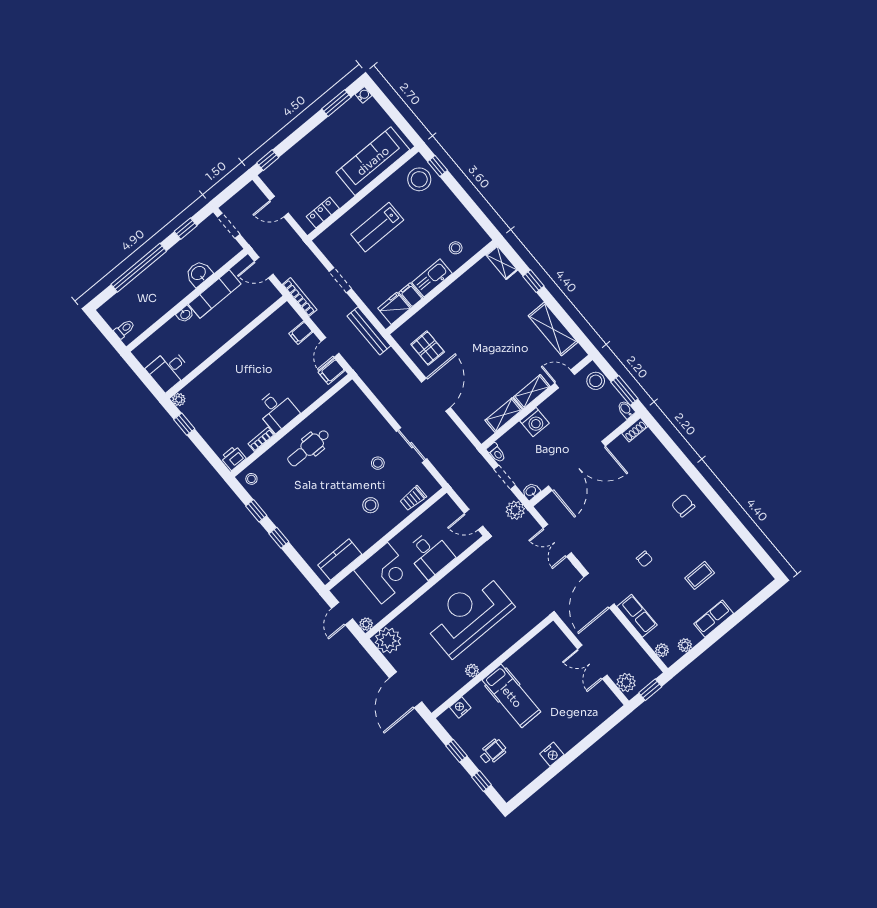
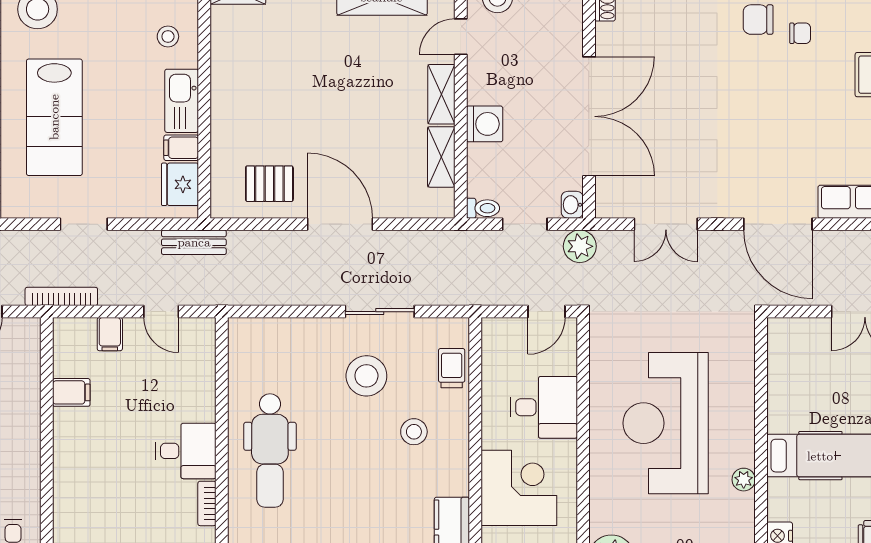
lab bench: (377, 227) -> (54, 117), width x1.36, depth x1.39
bench: (369, 331) -> (194, 242), width x0.73
filing cabinet: (332, 371) -> (71, 392), moved, turned -90
dental chair: (308, 448) -> (270, 450), width x1.36, depth x1.38
stool: (378, 463) -> (366, 376), width x1.89, depth x1.89
trolley: (413, 498) -> (452, 368), turned 180
chair: (644, 559) -> (800, 33), moved

